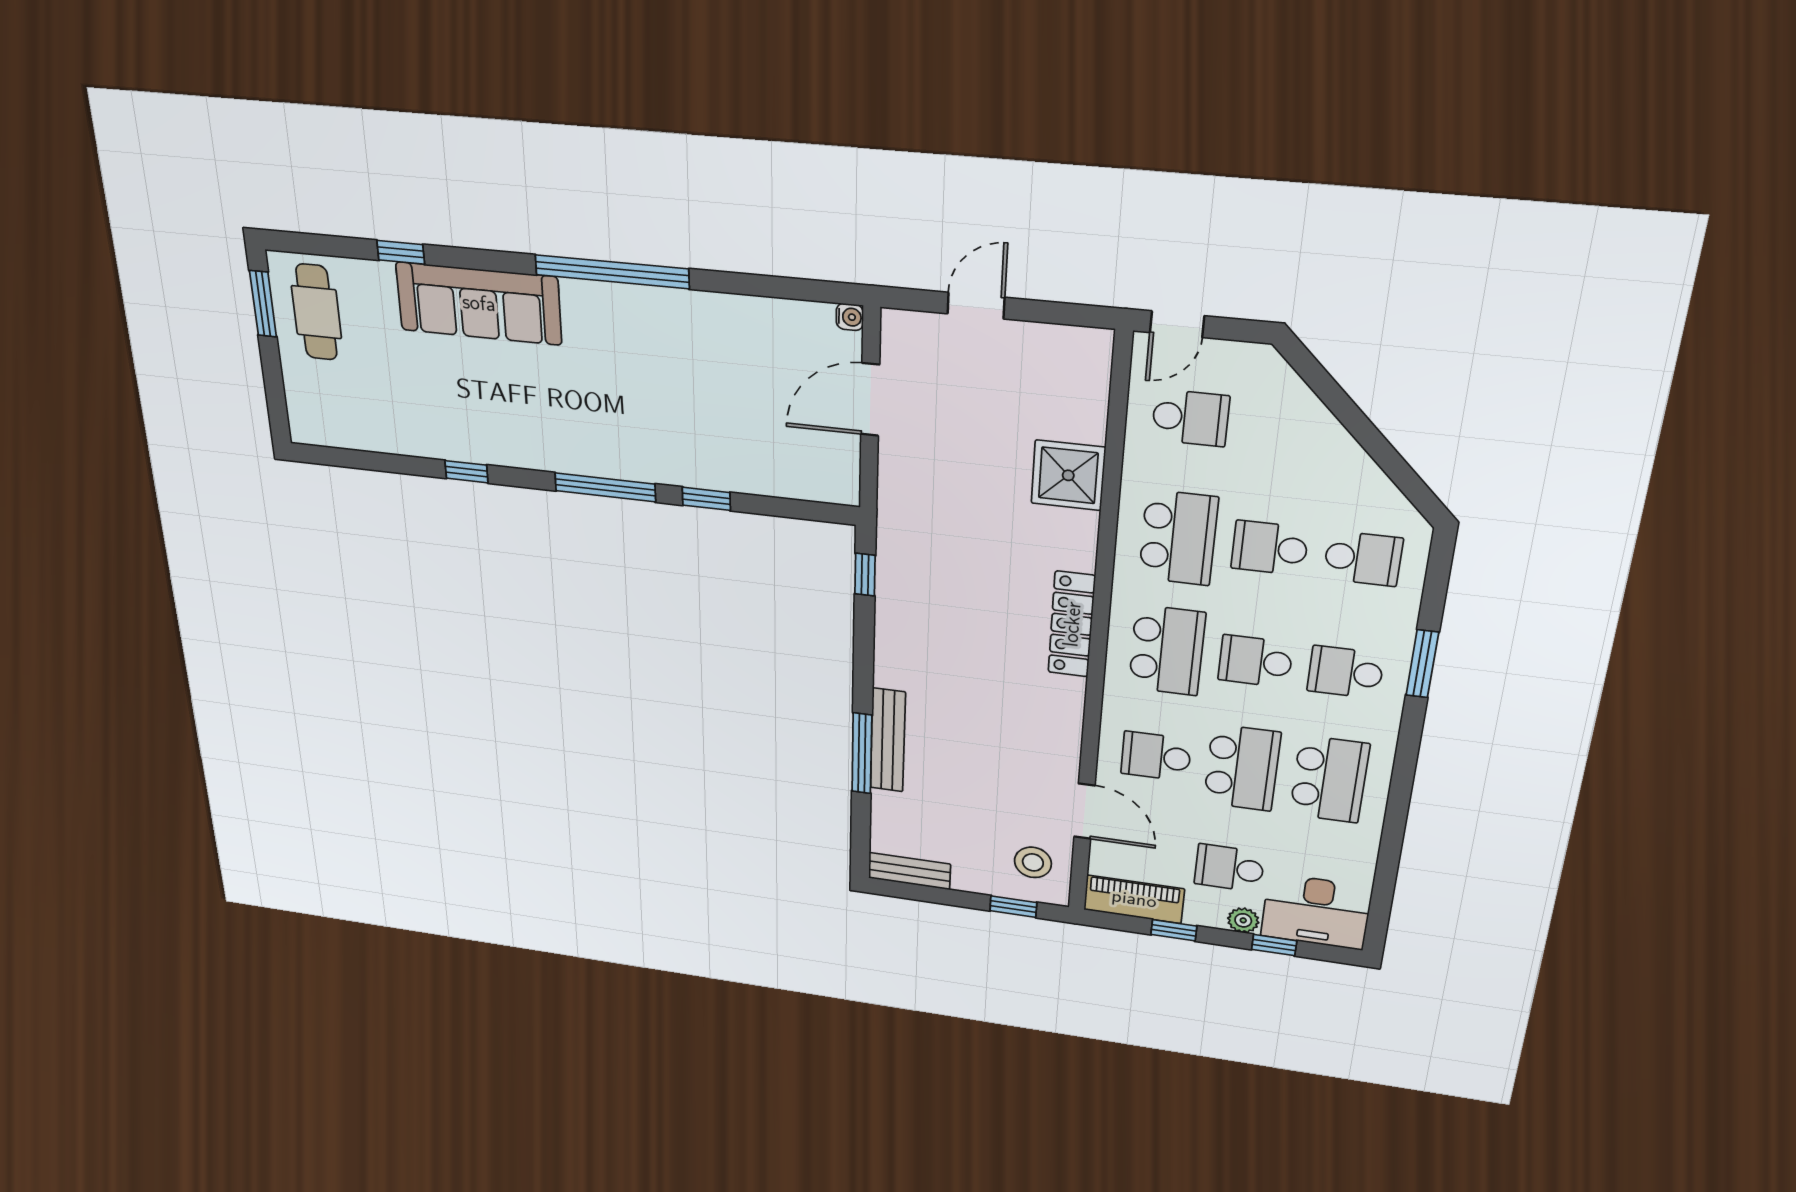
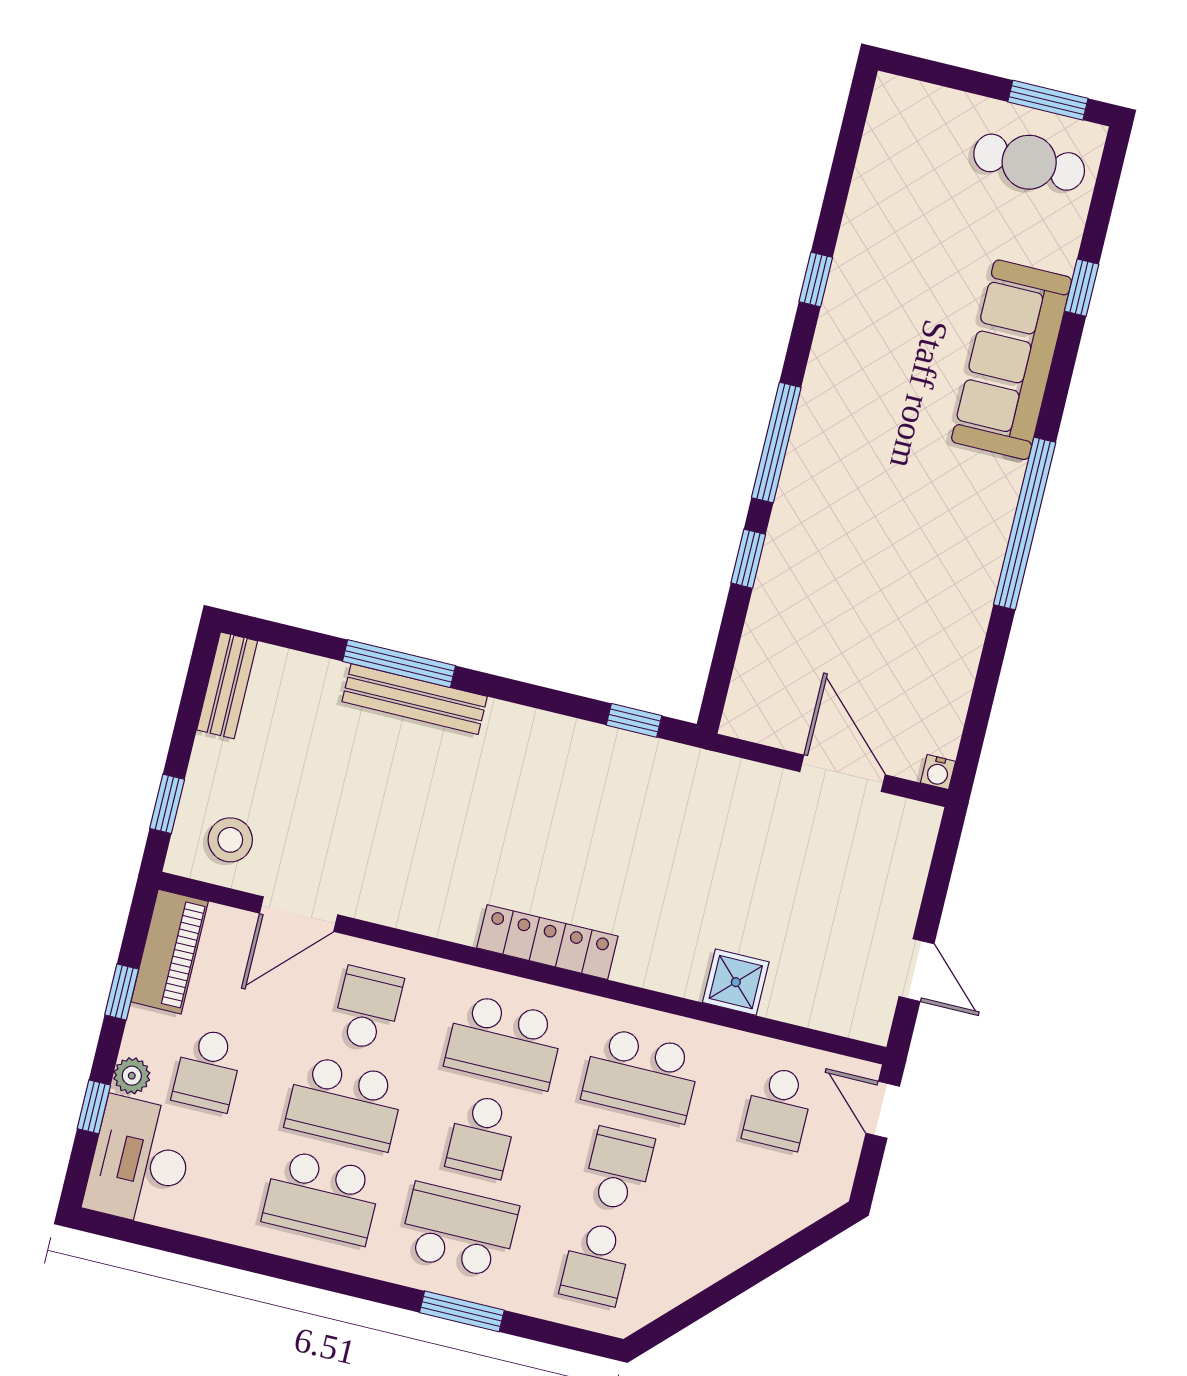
door: (976, 306) -> (917, 970), moved
shower: (1068, 475) -> (736, 982), width x0.73, depth x0.73
school desk: (1255, 661) -> (482, 1136), turned 180
school desk: (1346, 672) -> (459, 1230), width x1.85
school desk: (1229, 868) -> (208, 1070), turned 180

